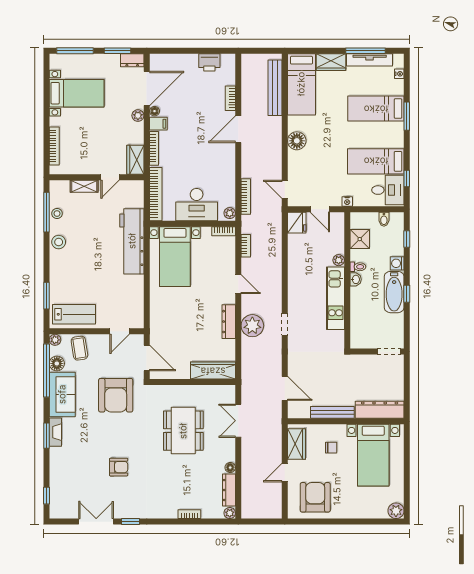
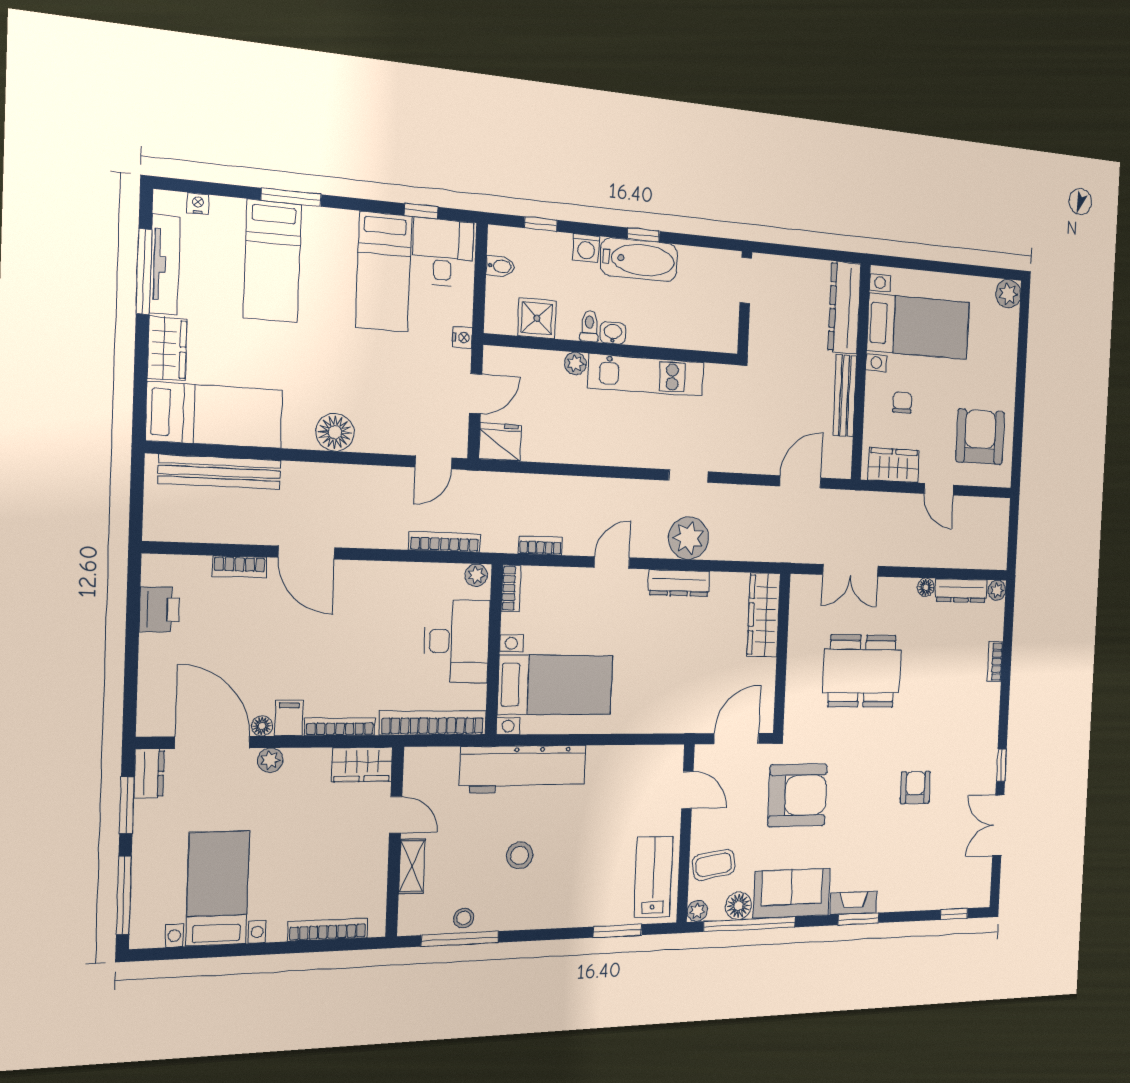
stool: (59, 242) -> (520, 855), moved
armchair: (315, 497) -> (980, 437), turned 90

